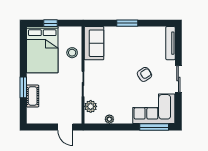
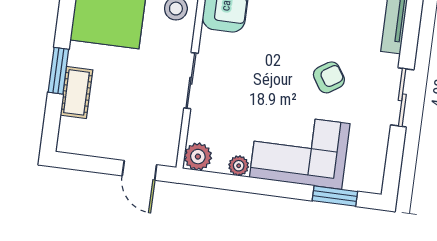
plant: (91, 106) -> (198, 157), moved
corner sofa: (154, 109) -> (300, 151), moved
window: (154, 127) -> (335, 196), width x0.69

